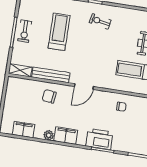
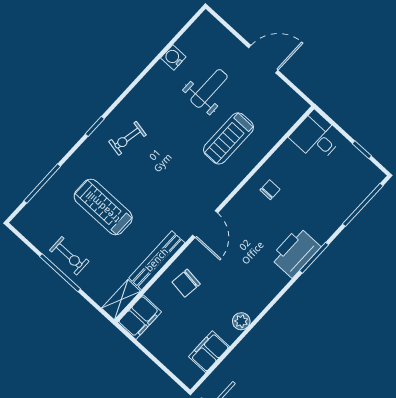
filing cabinet: (66, 136) -> (139, 317), moved, turned 180

